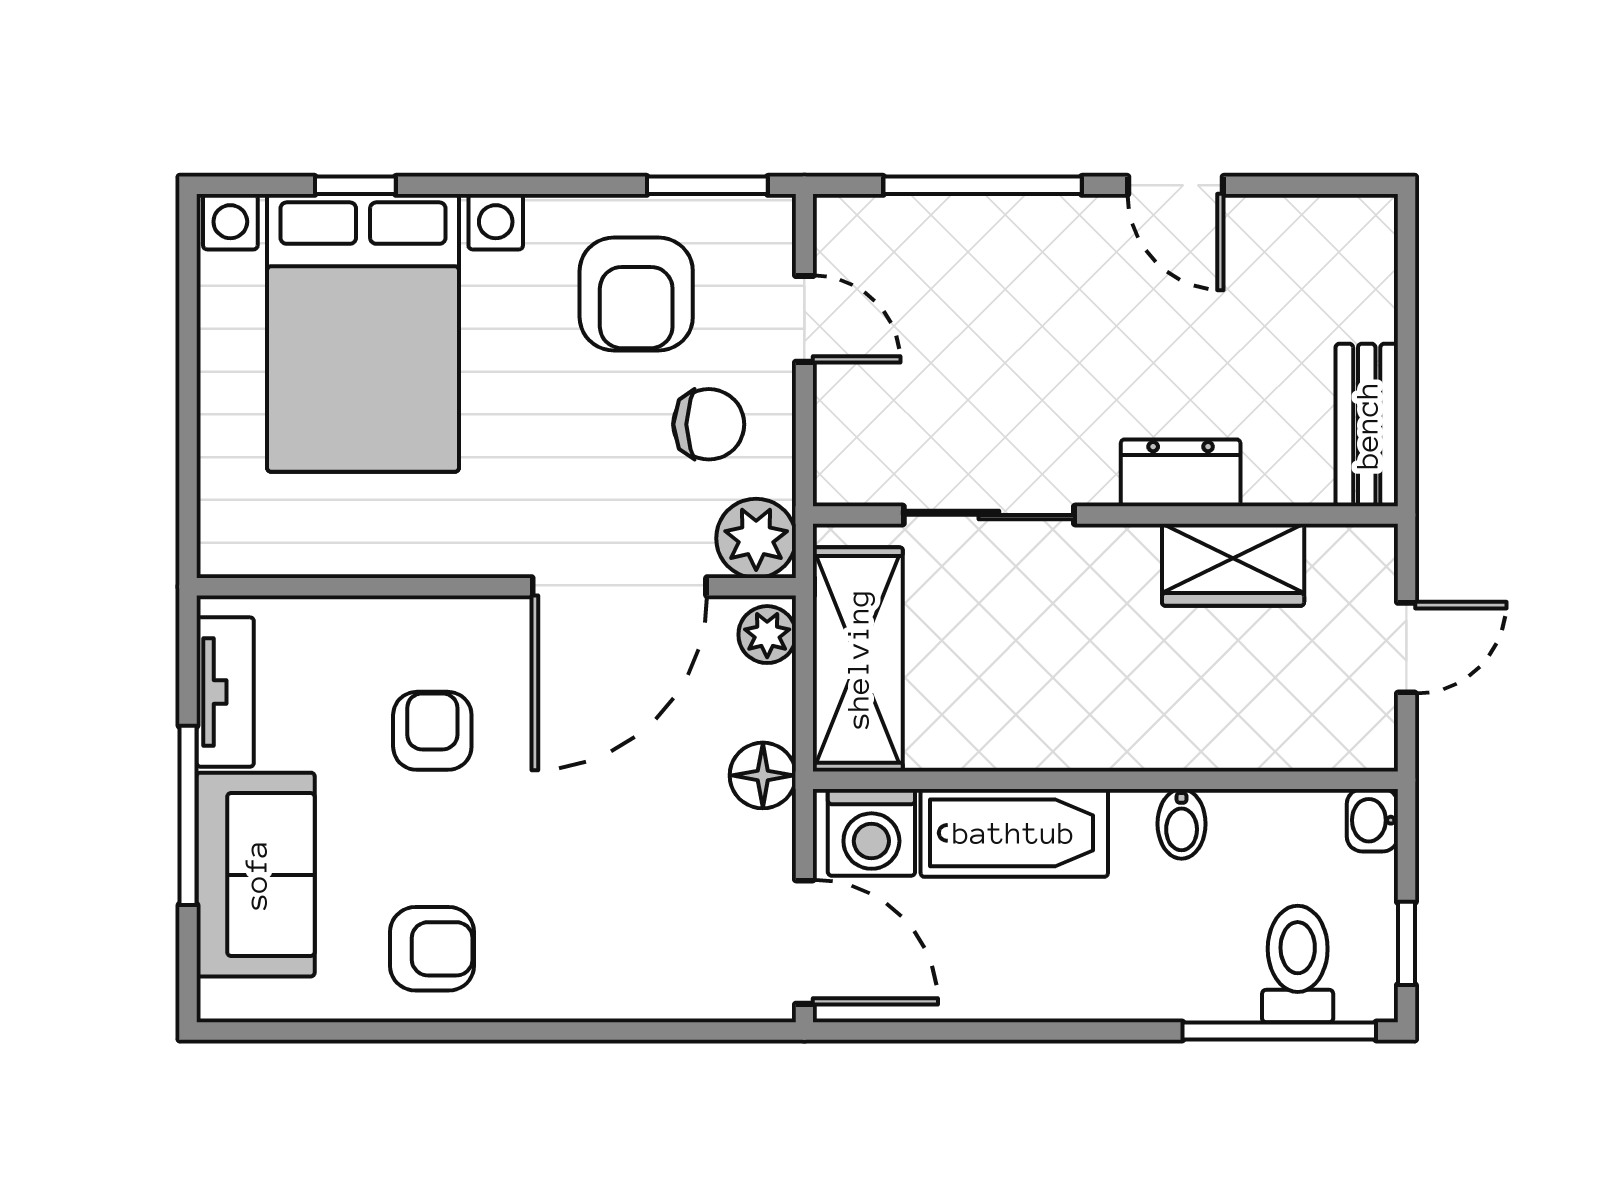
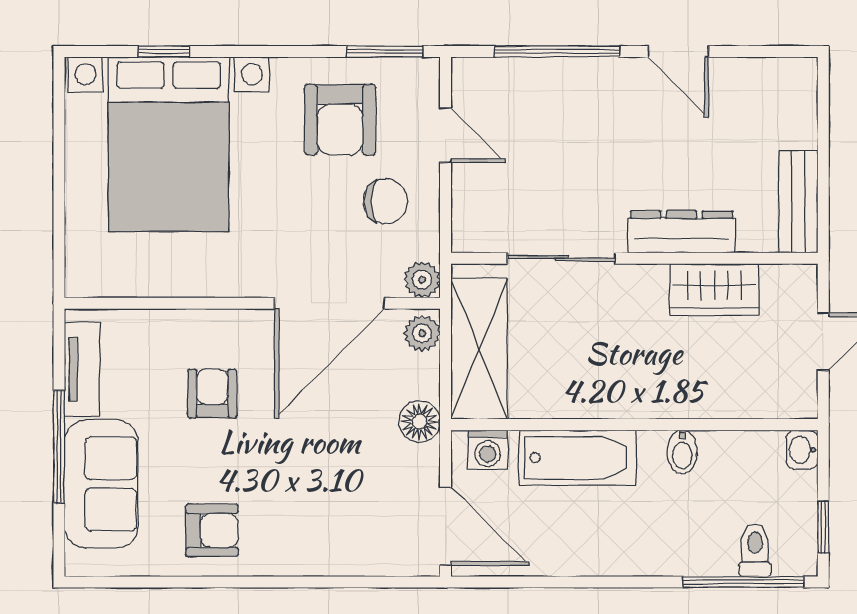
dresser: (1181, 473) -> (682, 232), width x1.44
plant: (756, 538) -> (422, 280), width x0.73, depth x0.73
washing machine: (871, 832) -> (488, 450), width x0.73, depth x0.73
toilet: (1298, 964) -> (755, 550), width x0.73, depth x0.72

